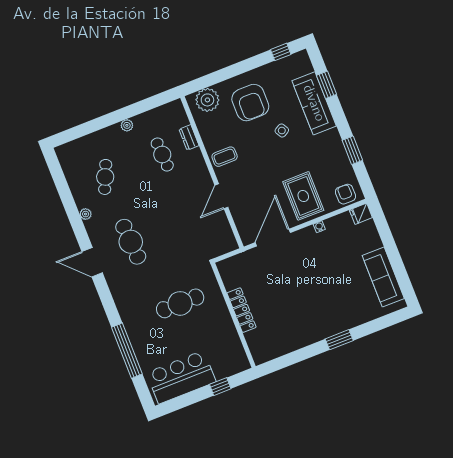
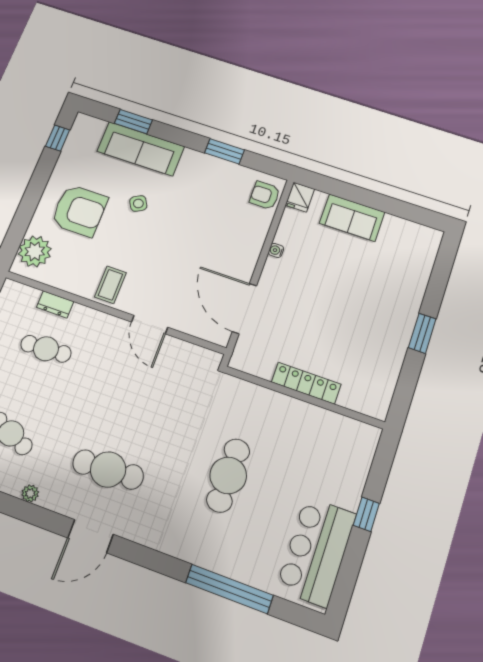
rug: (303, 196) -> (228, 239), removed
sofa: (383, 277) -> (352, 218), moved, width x0.73
locker: (242, 310) -> (306, 383), moved
wall: (233, 315) -> (304, 397), moved

